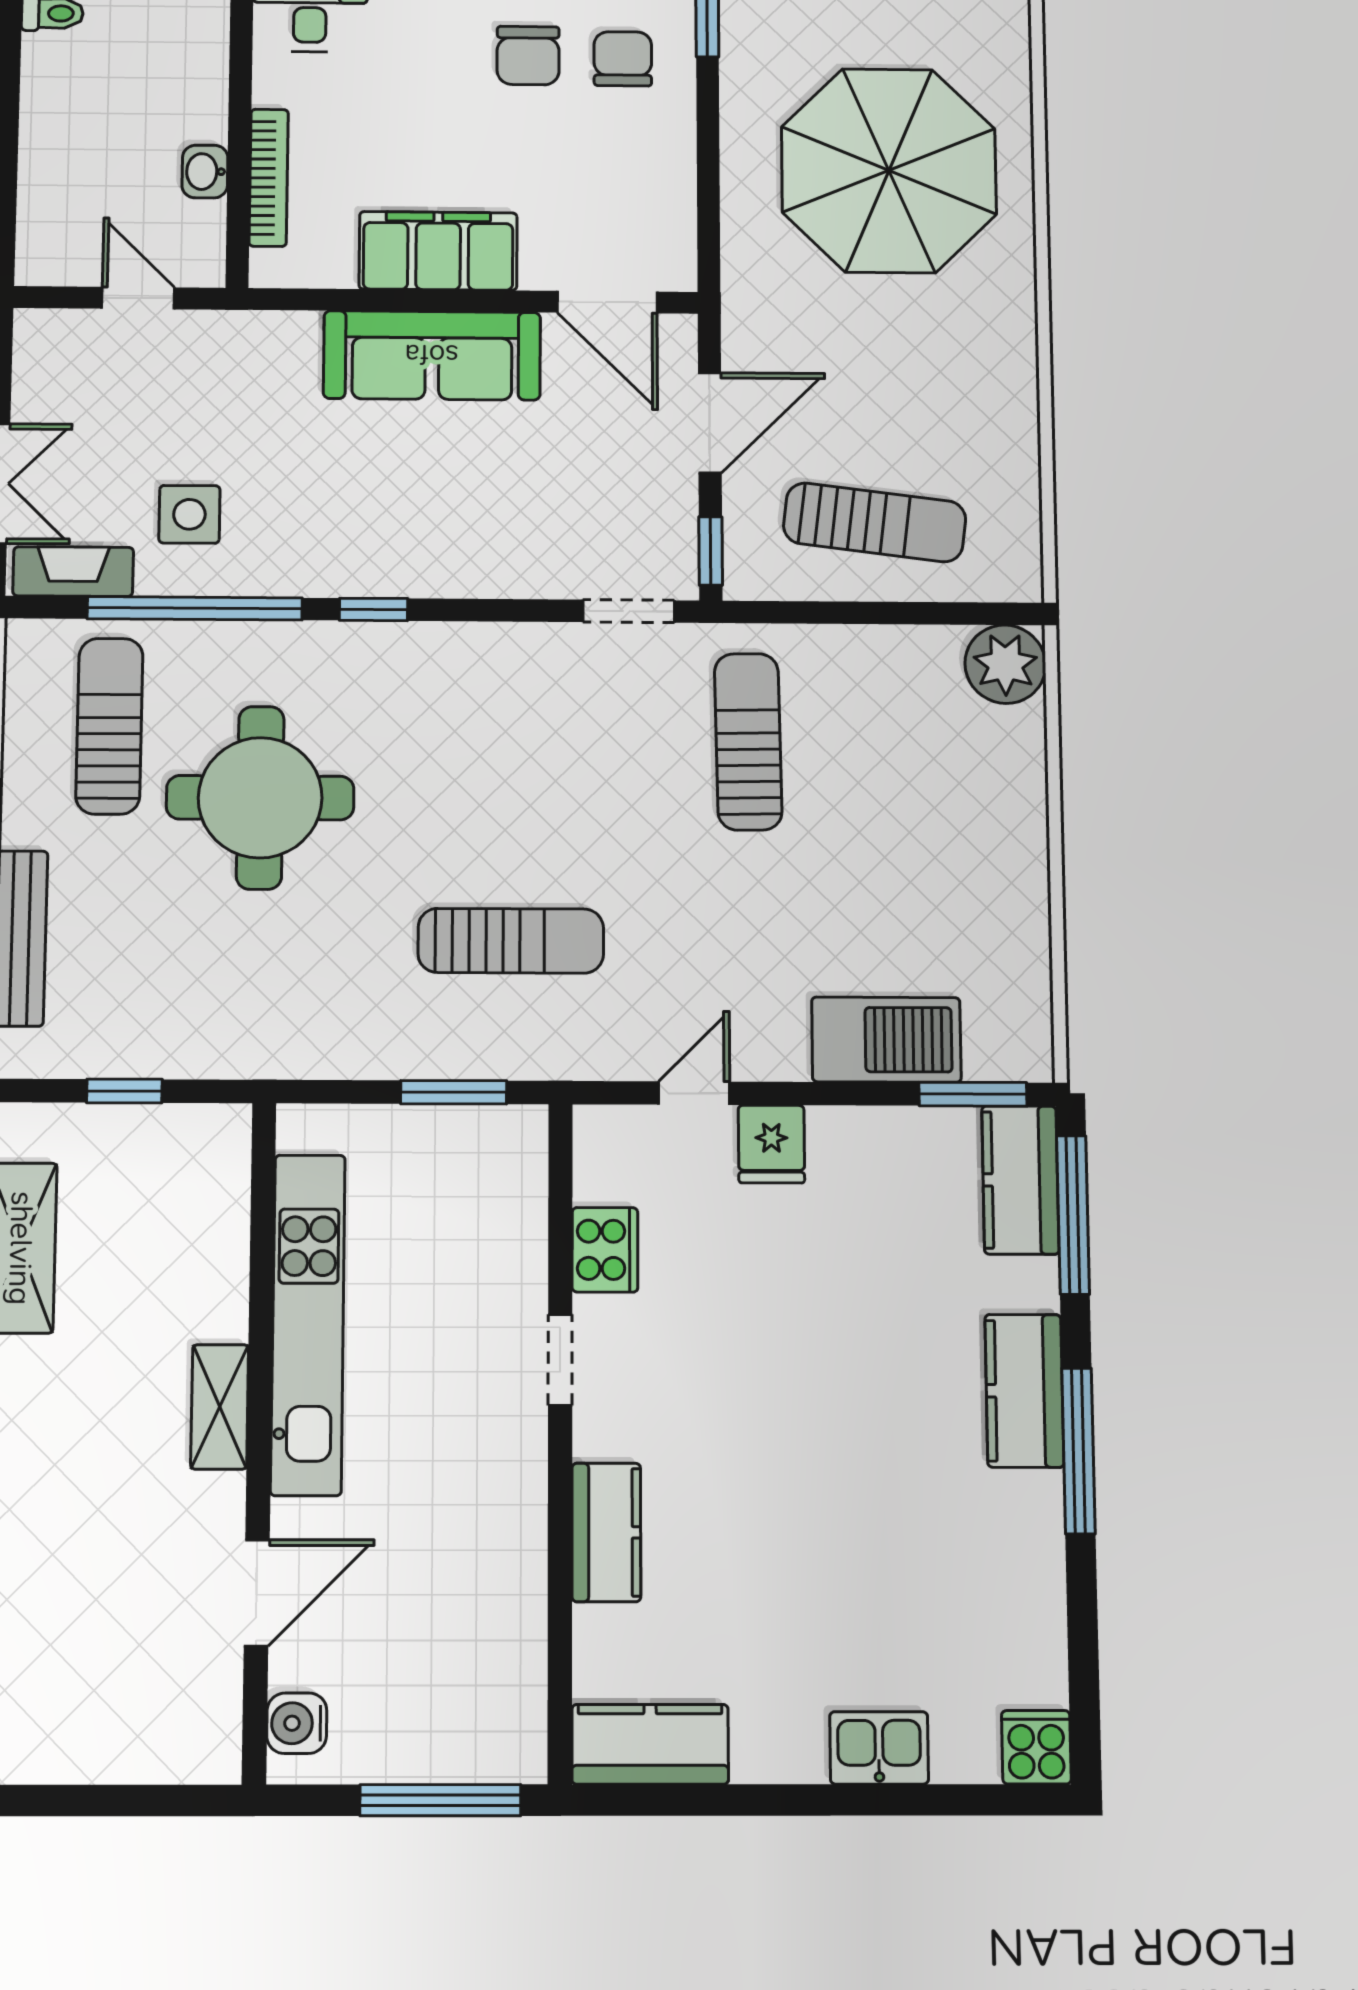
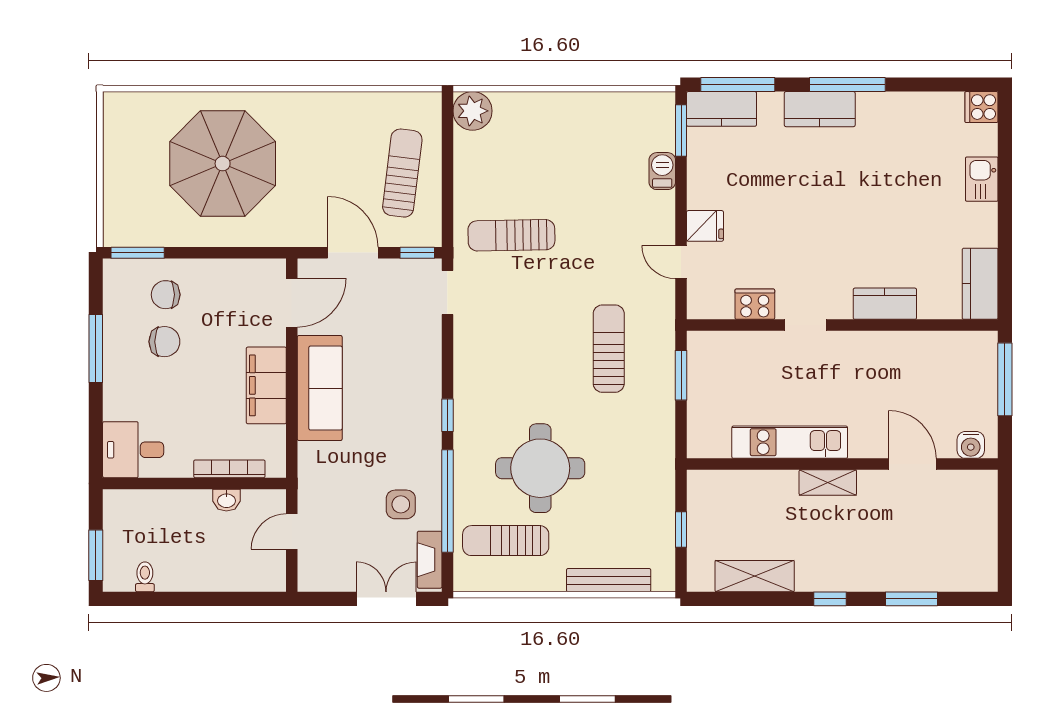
barbecue: (886, 1040) -> (662, 171), width x0.53, depth x0.65
kitchen unit: (308, 1324) -> (790, 442), width x0.73

